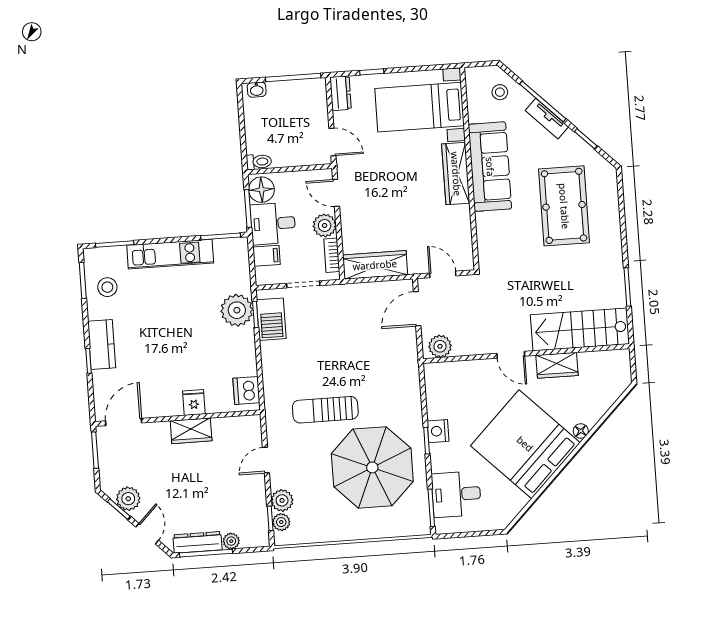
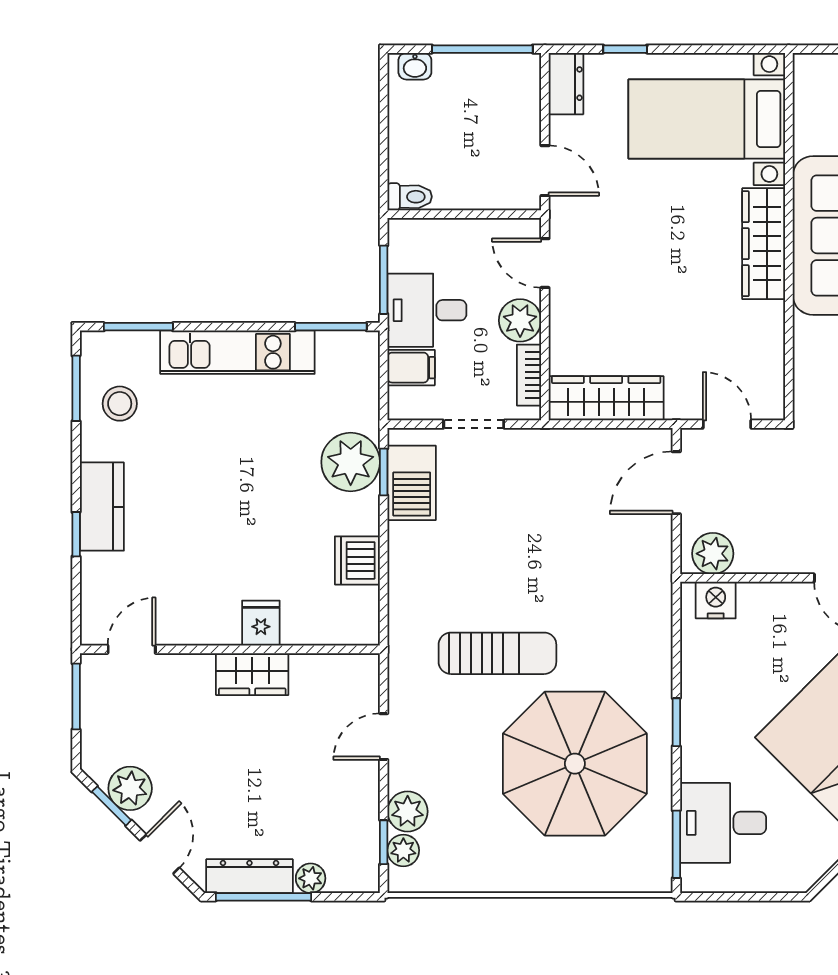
floor lamp: (261, 190) -> (411, 247), removed
dishwasher: (246, 391) -> (357, 560), moved
sun lounger: (325, 410) -> (497, 653), turned 180
door: (124, 422) -> (132, 649), width x0.73
nightstand: (438, 431) -> (716, 600), moved, turned 90

